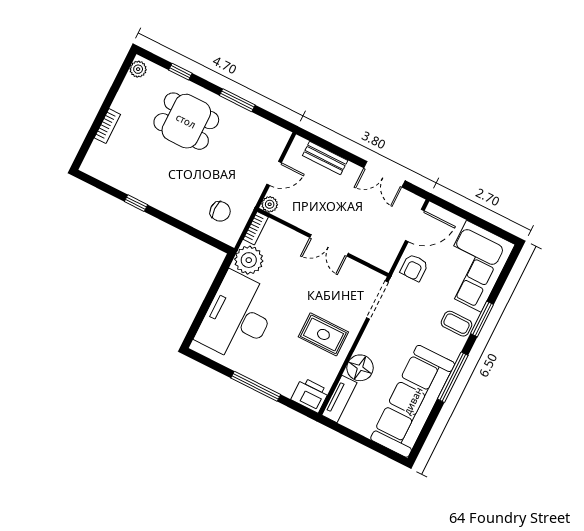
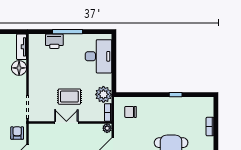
desk: (238, 317) -> (99, 56), width x0.73, depth x0.77
rug: (323, 334) -> (69, 97), moved
printer: (310, 395) -> (54, 41), moved

